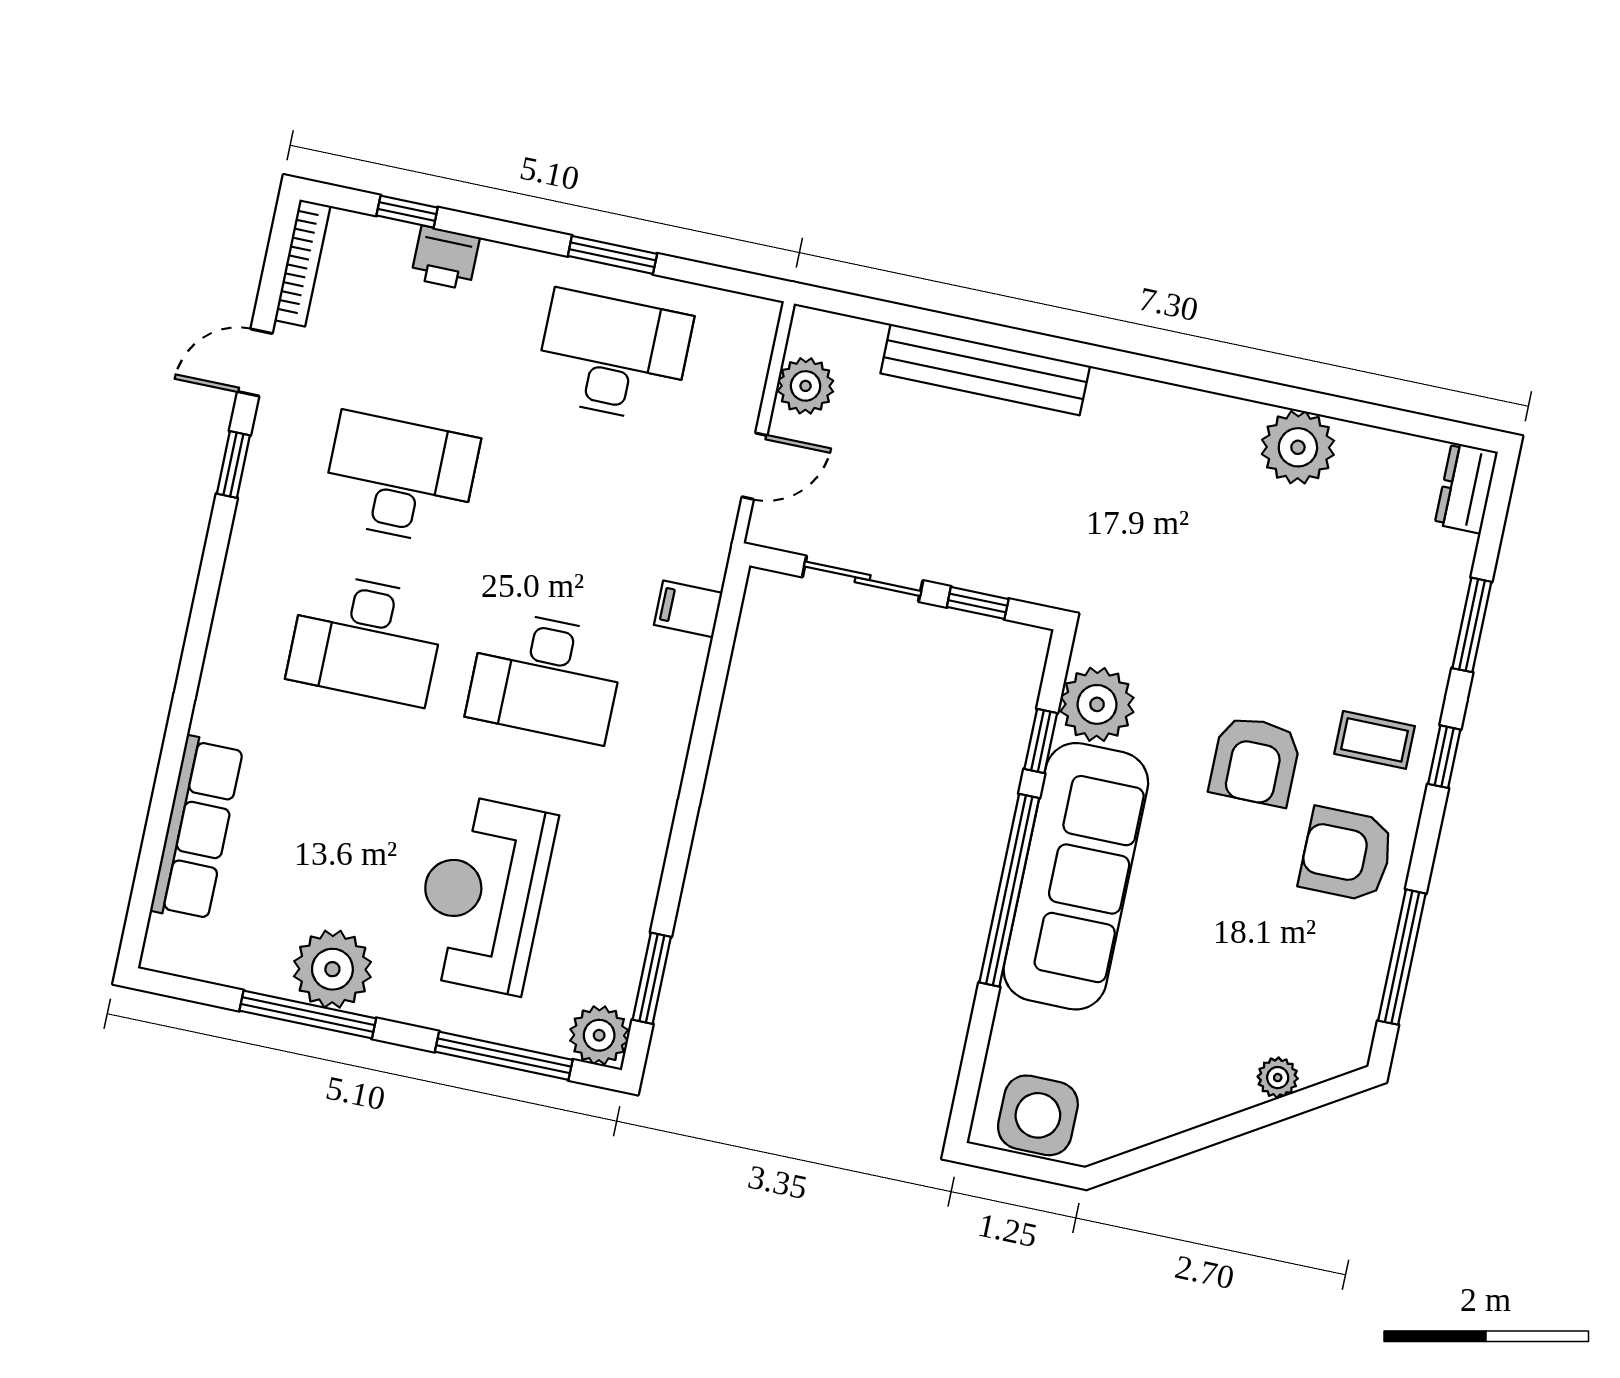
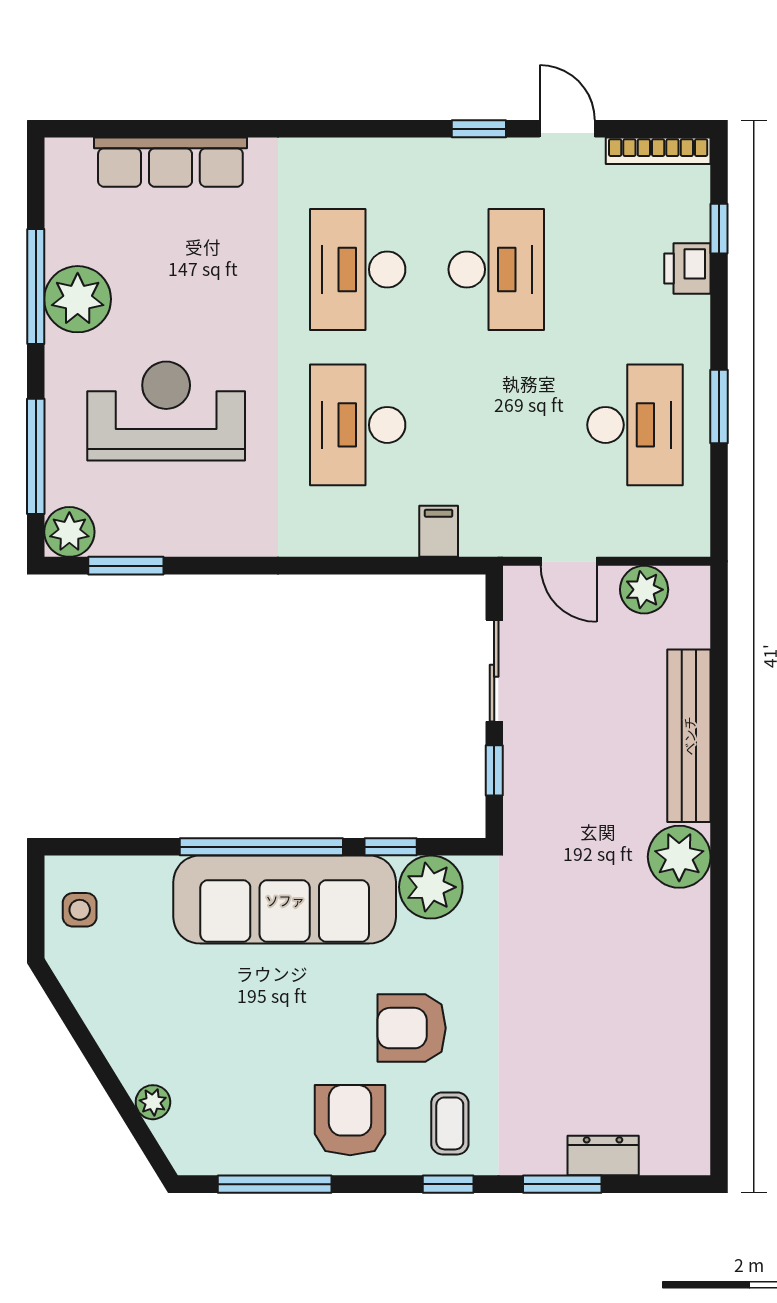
plant: (1298, 447) -> (679, 857), moved
dresser: (1466, 488) -> (603, 1155), moved
side table: (1038, 1115) -> (80, 910), width x0.54, depth x0.54

